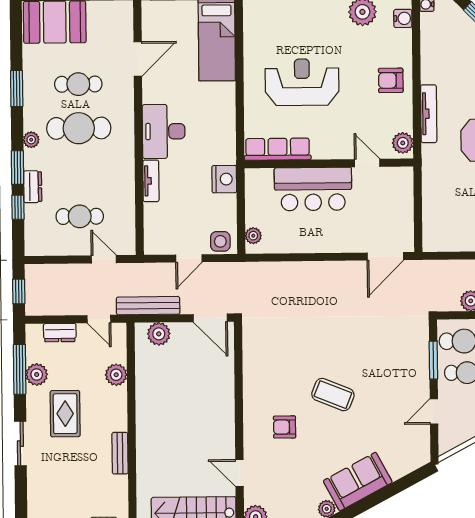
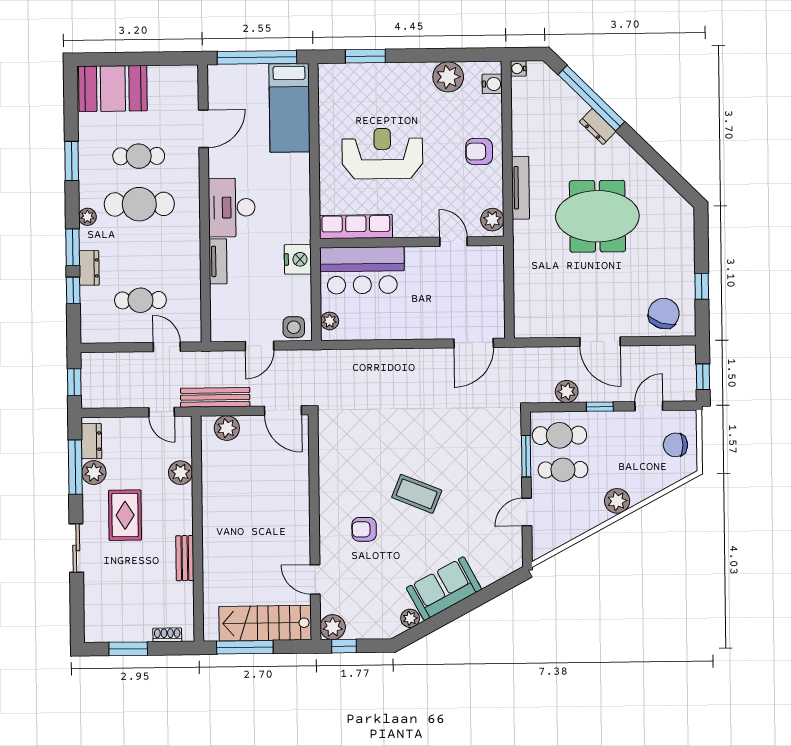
bar counter: (313, 189) -> (362, 270), moved
dresser: (60, 333) -> (91, 441), moved, turned -90

